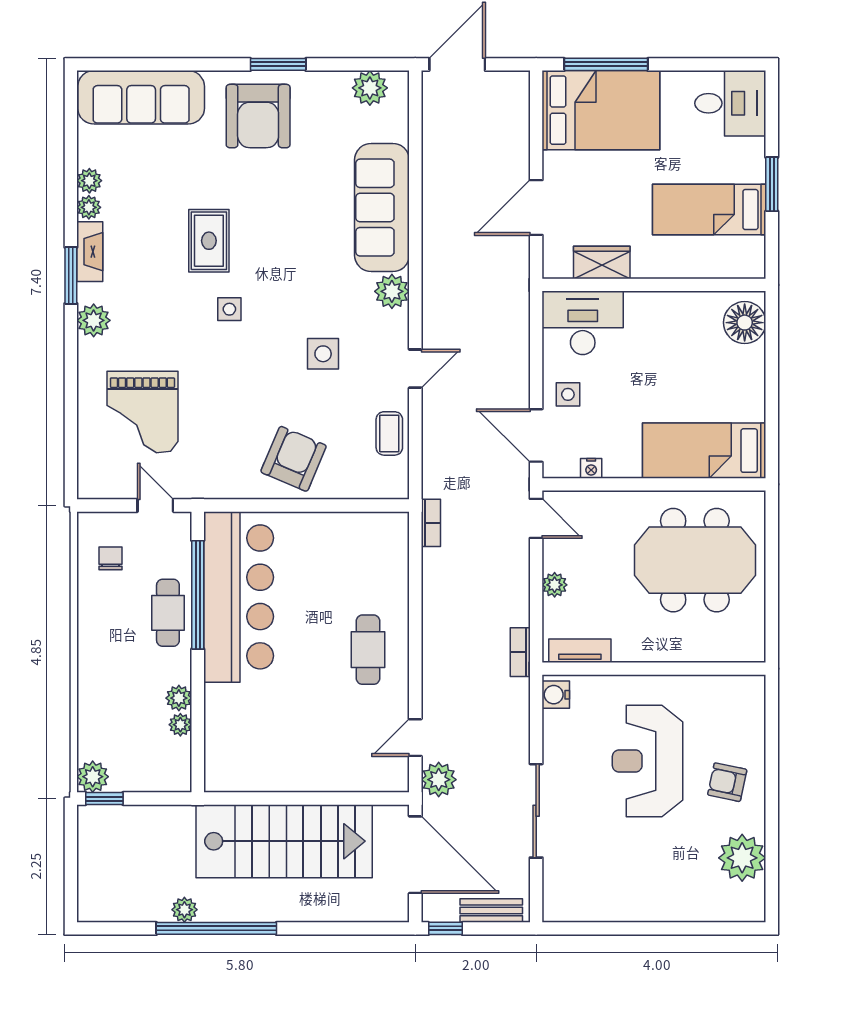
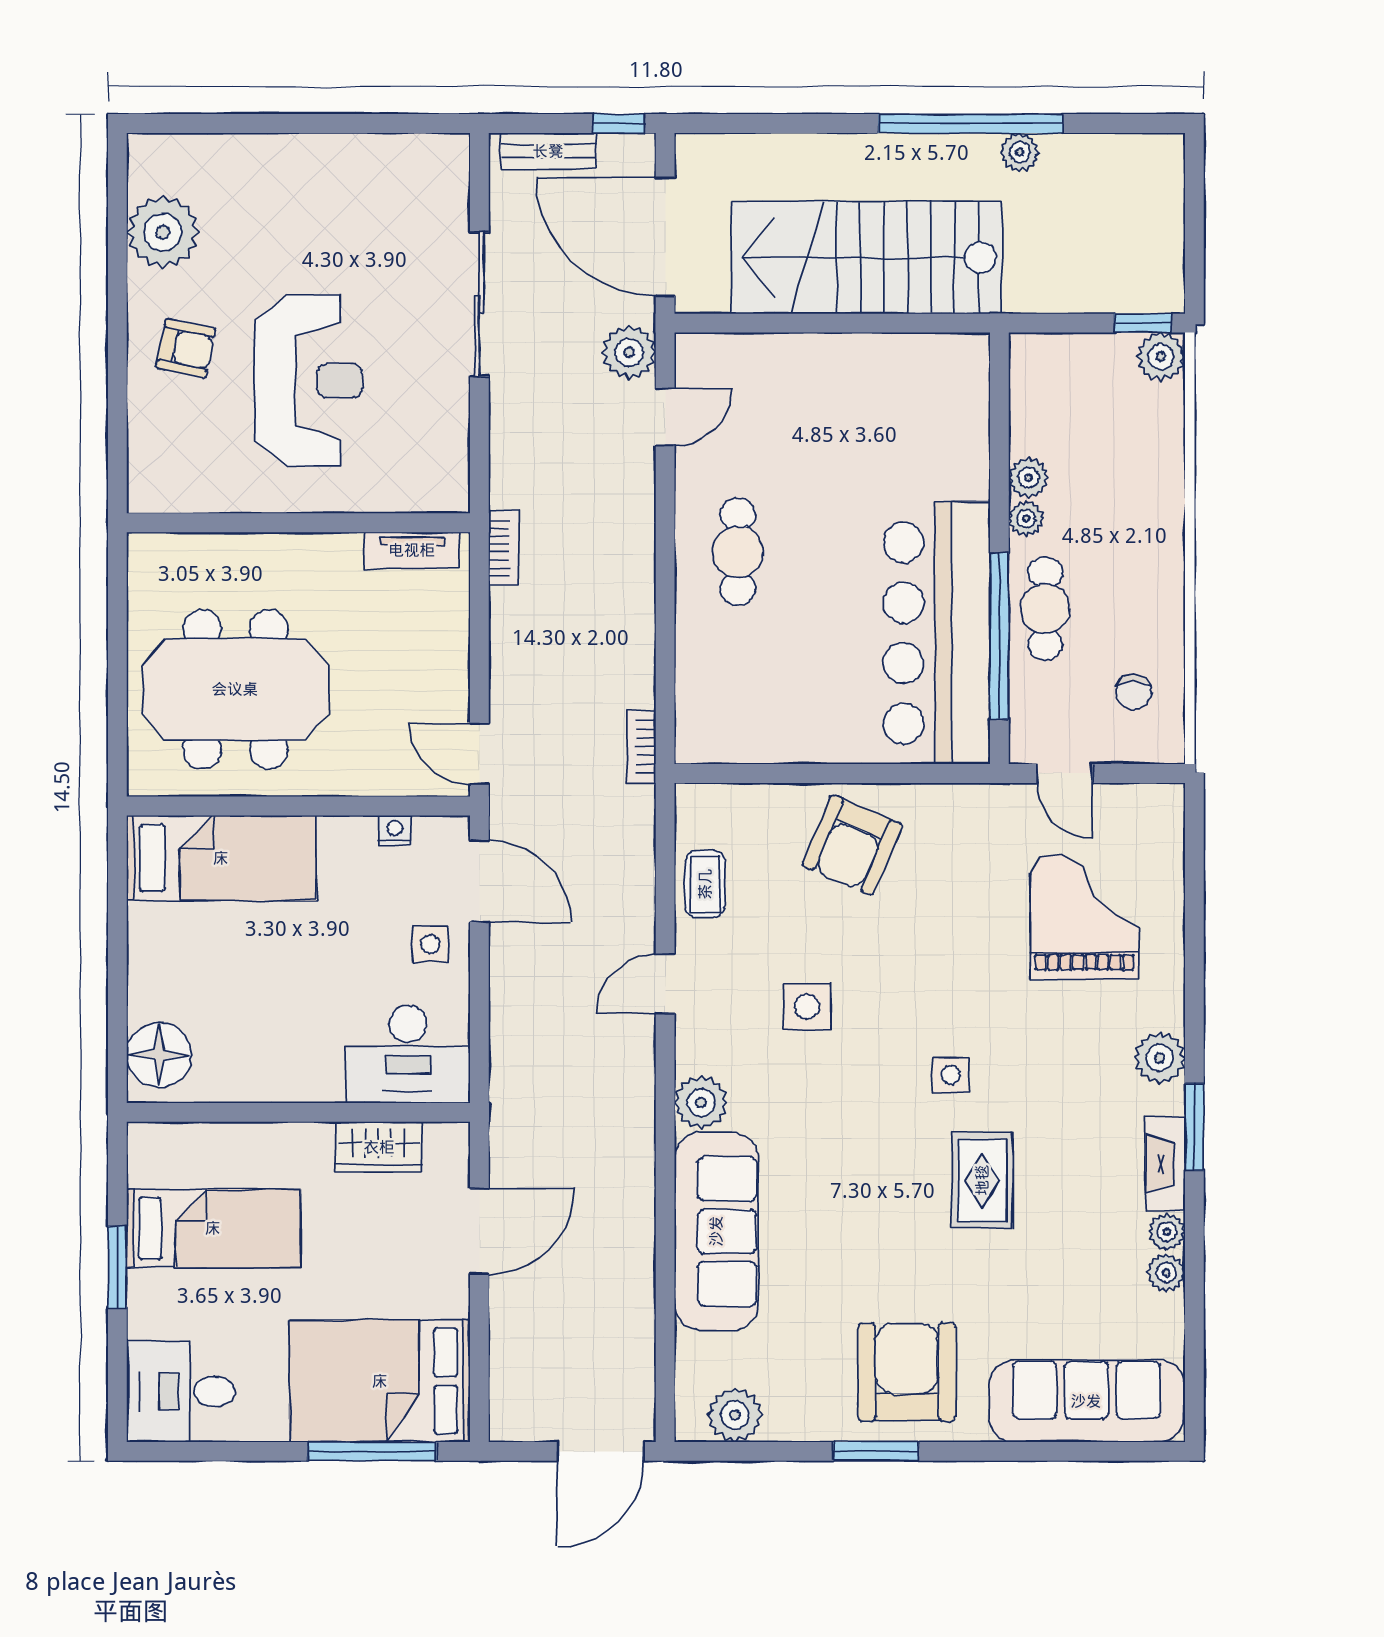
plant: (555, 585) -> (451, 652), removed
water cooler: (556, 695) -> (449, 483), removed
plant: (180, 725) -> (1026, 519), moved

